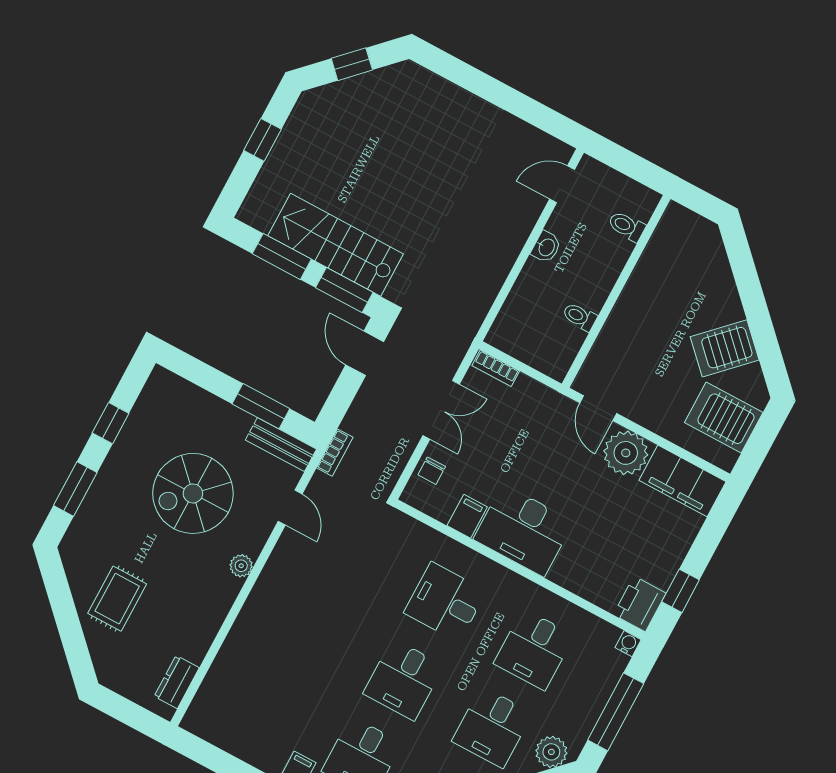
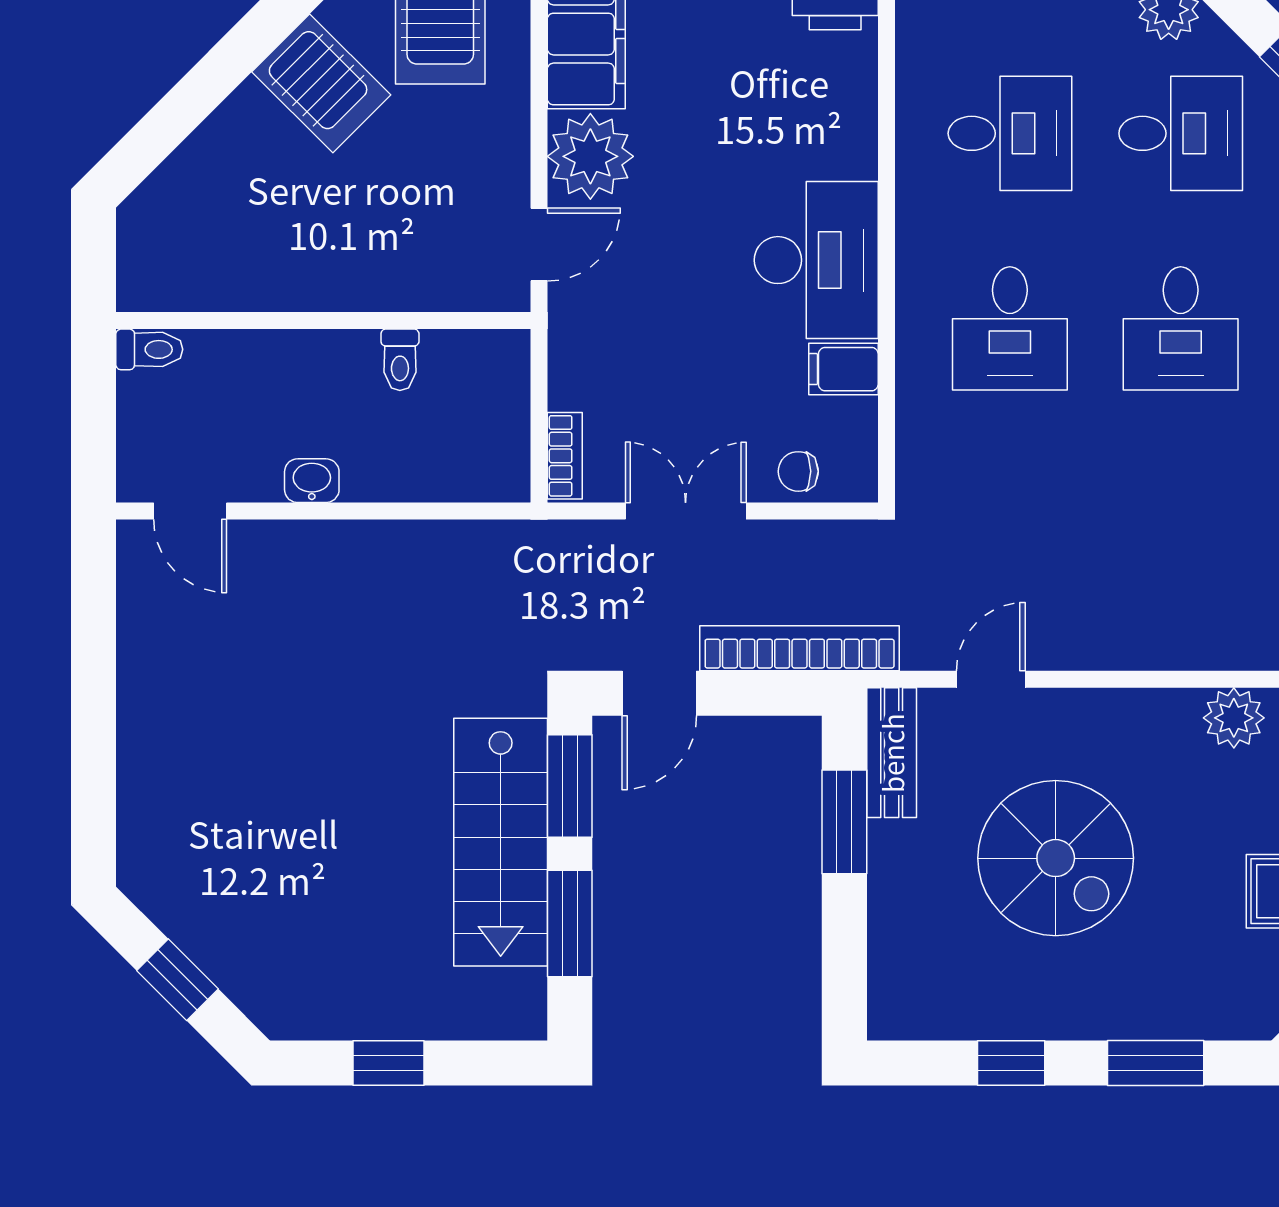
toilet: (627, 226) -> (149, 349), moved, turned -90
bookcase: (335, 453) -> (800, 648), width x2.31, depth x1.31
chair: (432, 471) -> (798, 471), turned 180
plant: (241, 566) -> (1234, 718), moved, width x1.38, depth x1.38
desk: (403, 680) -> (1181, 328), turned 90

